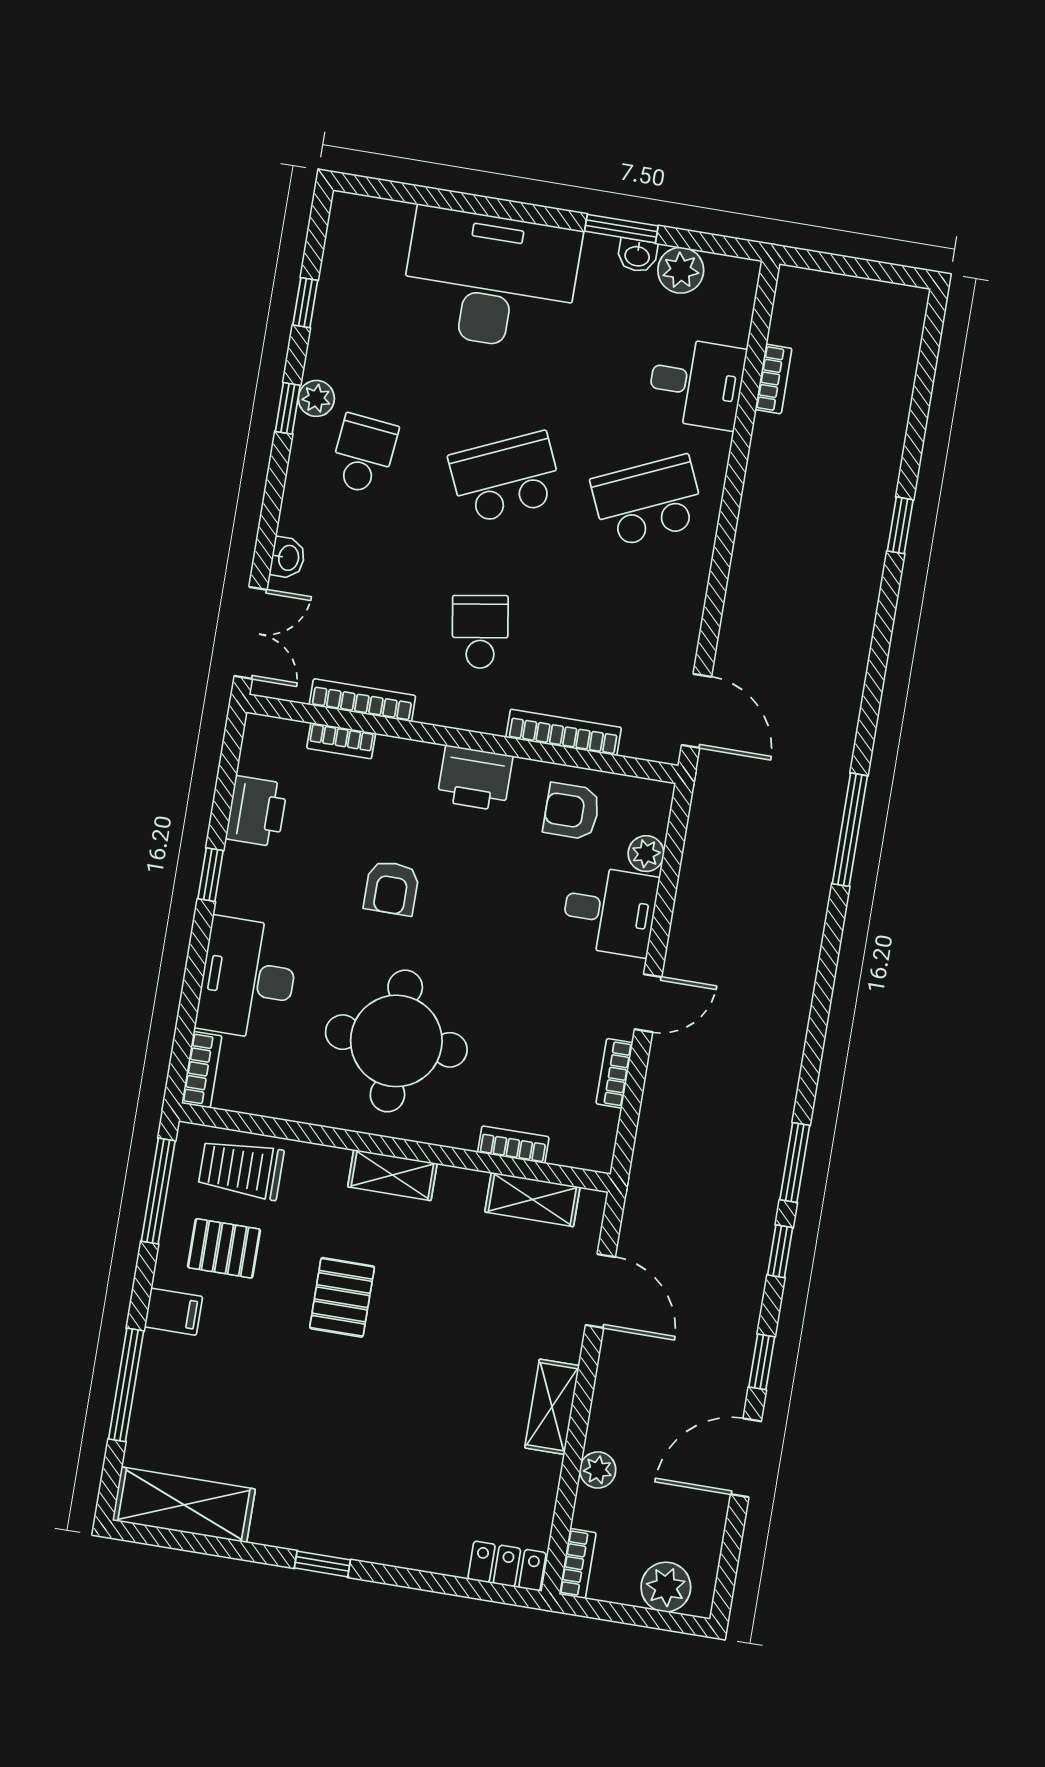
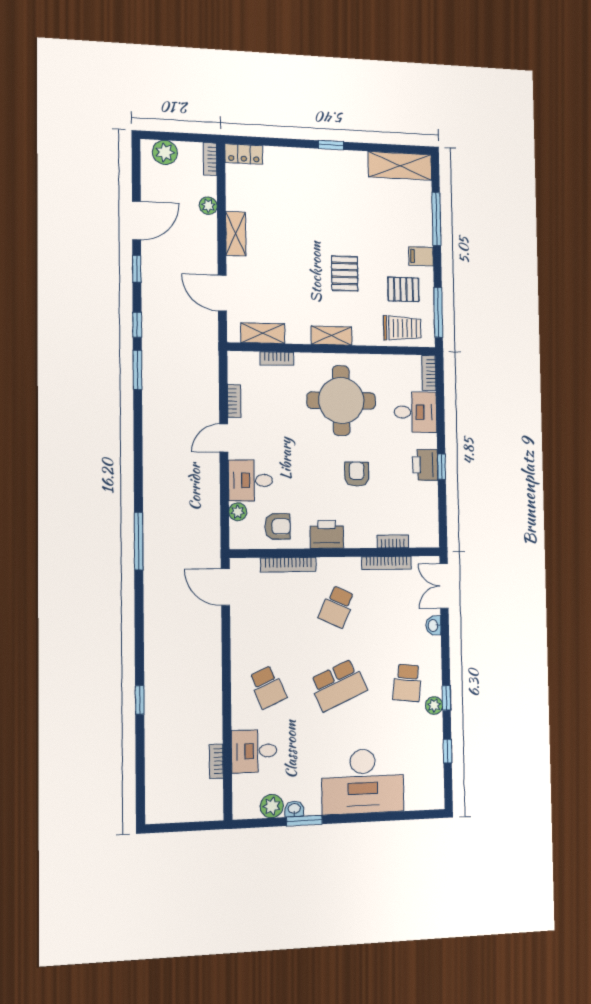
school desk: (648, 501) -> (268, 687), width x0.54
school desk: (480, 632) -> (337, 607), turned 33
printer: (257, 811) -> (425, 465), moved
desk: (248, 978) -> (415, 412), width x0.73

